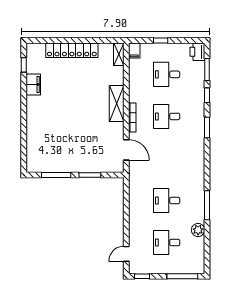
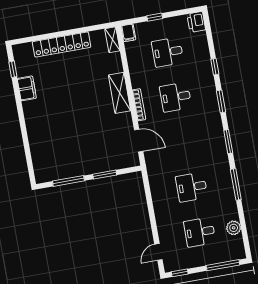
window: (207, 70) -> (228, 142), moved
plant: (198, 230) -> (234, 228), moved

